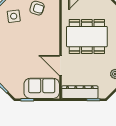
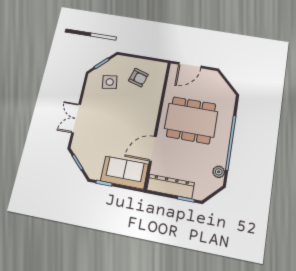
door: (60, 65) -> (153, 149), hinge flipped

